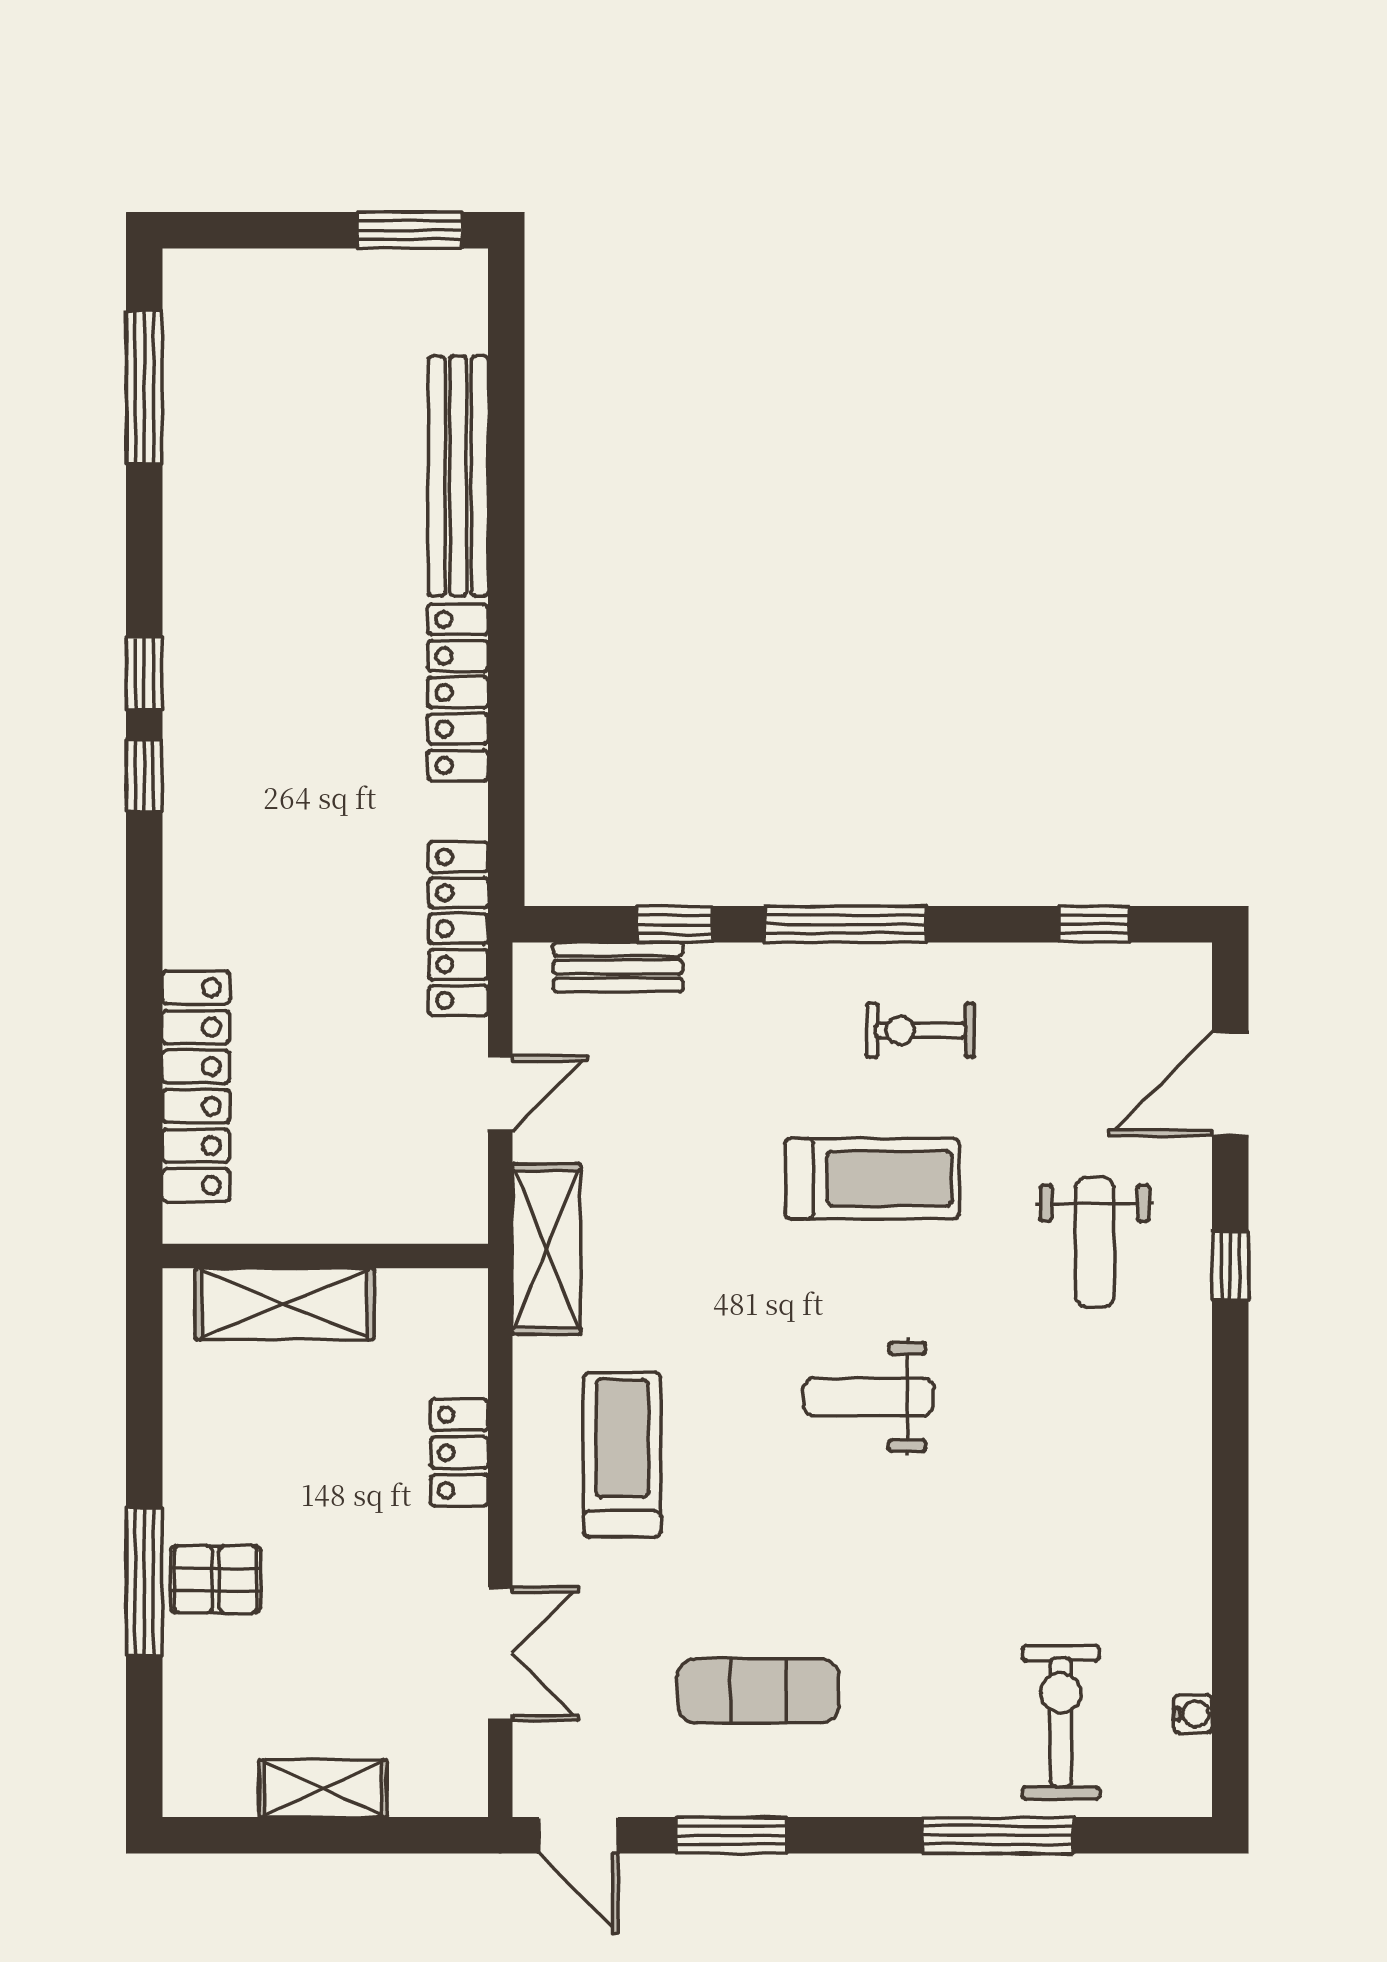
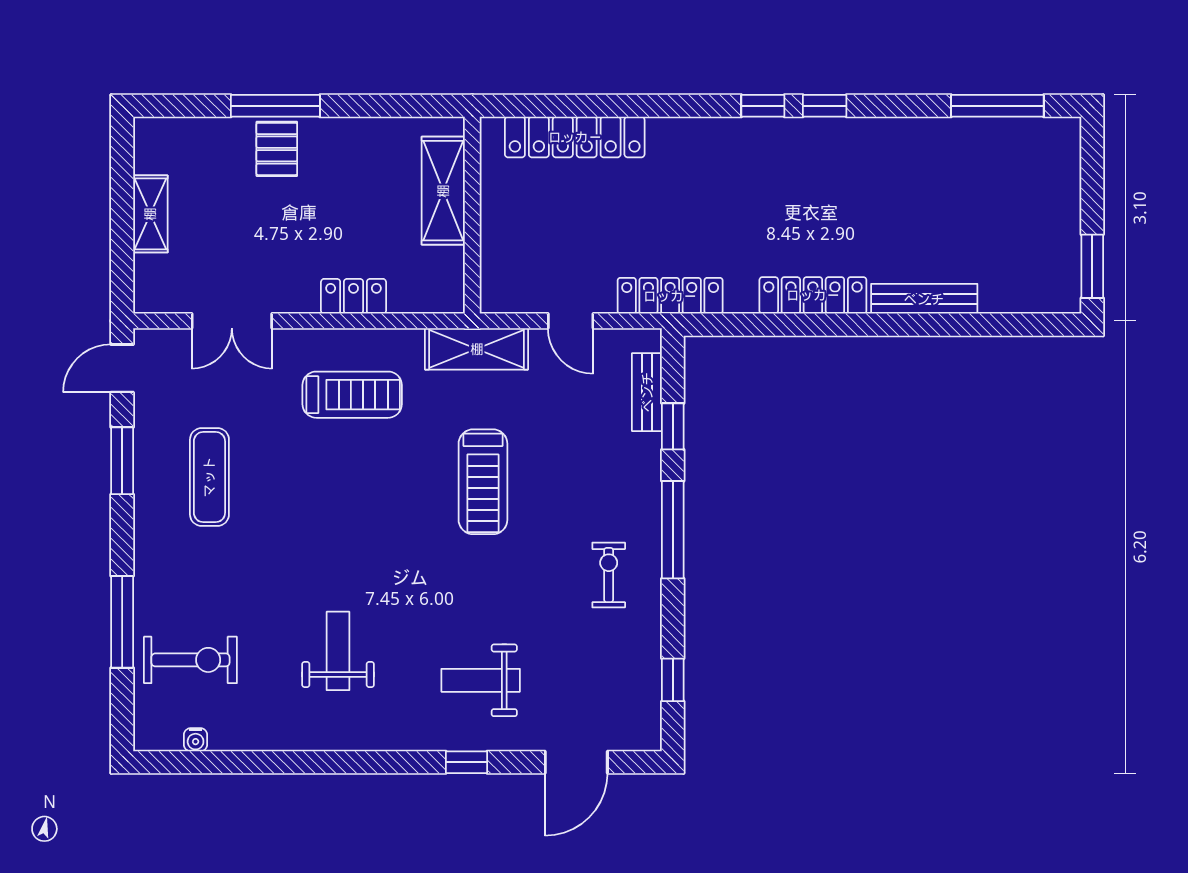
bench: (458, 476) -> (924, 299), width x0.73, depth x0.82
door: (1230, 1084) -> (576, 762), swing flipped
treadmill: (872, 1178) -> (483, 482), moved
weight bench: (868, 1397) -> (338, 651), moved

